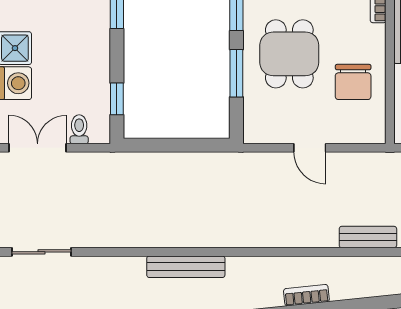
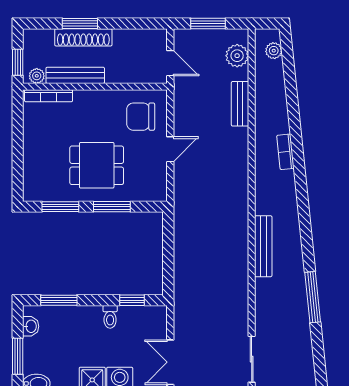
chair: (353, 82) -> (141, 117), moved, turned 180
toilet: (79, 129) -> (110, 317), moved, turned -90

